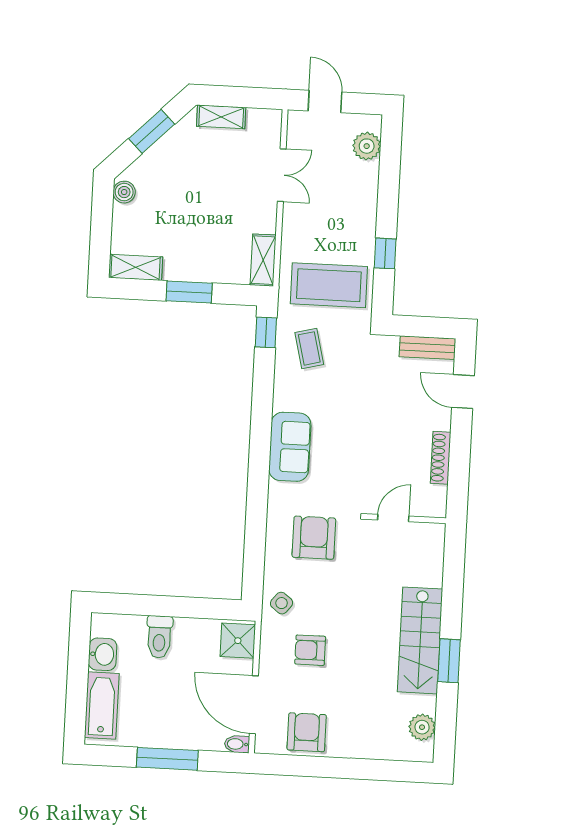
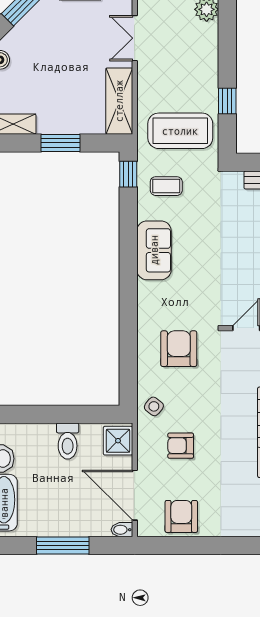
double door: (282, 175) -> (135, 38), swing flipped
shelving: (263, 260) -> (119, 101), width x1.50, depth x1.33
coffee table: (309, 348) -> (166, 186), turned -76
sofa: (290, 447) -> (154, 250), moved
toilet: (159, 637) -> (68, 441), moved

